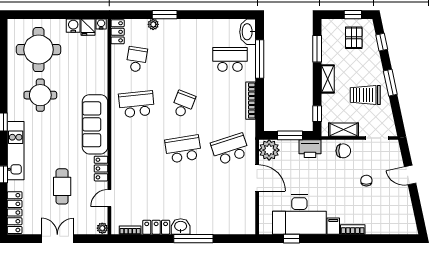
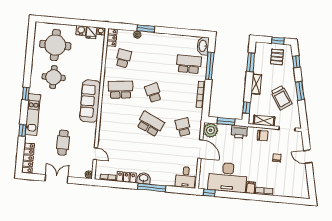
trolley: (365, 95) -> (281, 98), turned -123
school desk: (183, 104) -> (153, 93), turned -45
school desk: (183, 149) -> (150, 124), turned 33
school desk: (230, 149) -> (183, 127), width x0.54
locker: (101, 169) -> (91, 132), removed
door: (109, 198) -> (95, 154), swing flipped
desk: (240, 220) -> (186, 177), added
window: (291, 239) -> (209, 193), moved

